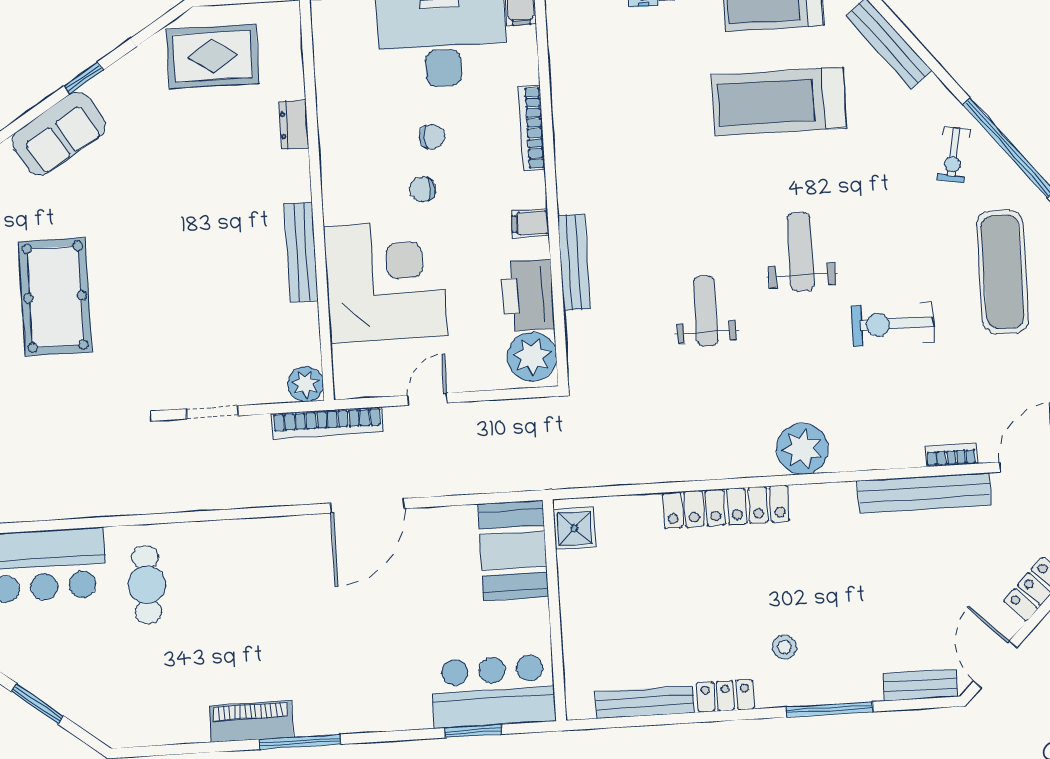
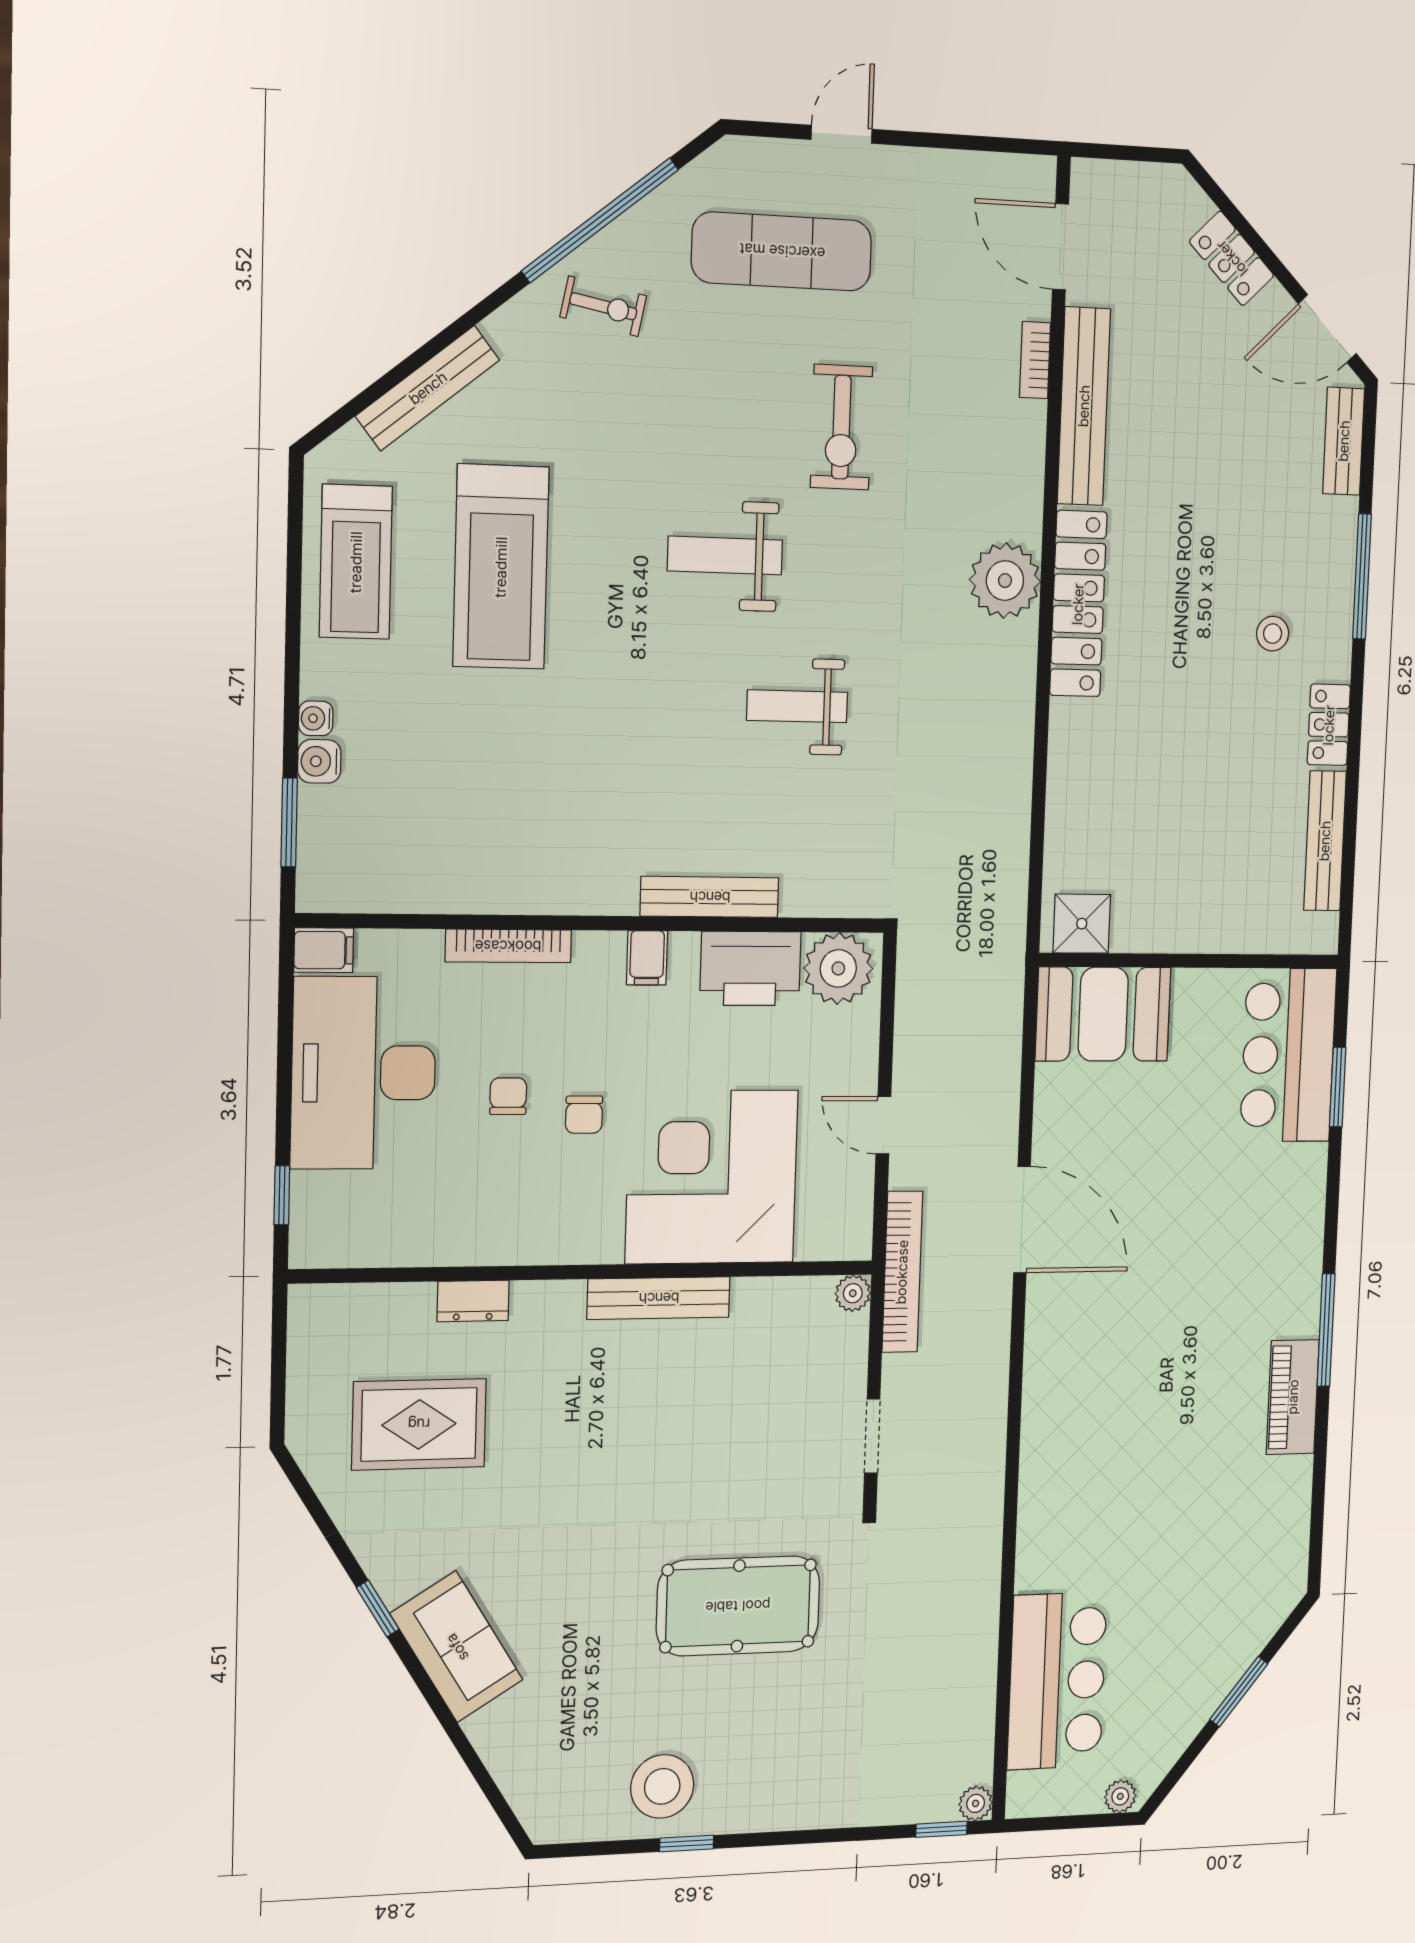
rug: (213, 56) -> (419, 1424), moved, turned 90
pool table: (55, 297) -> (738, 1606), moved
plant: (306, 384) -> (853, 1293), width x0.73, depth x0.73
locker: (726, 507) -> (1078, 604), moved
cafe table: (147, 585) -> (1097, 1536), removed

